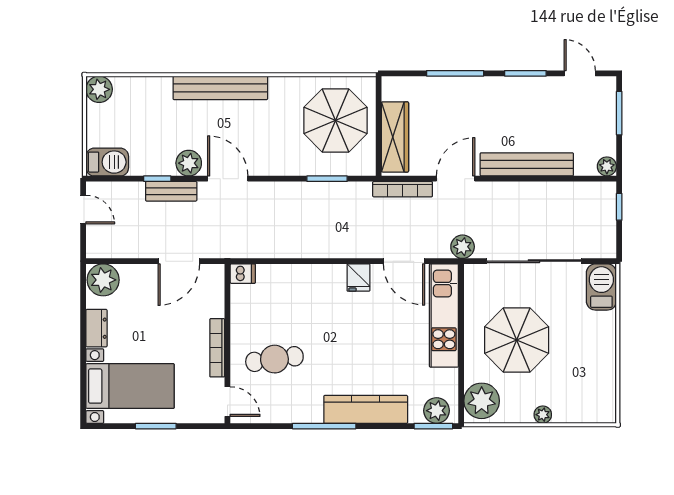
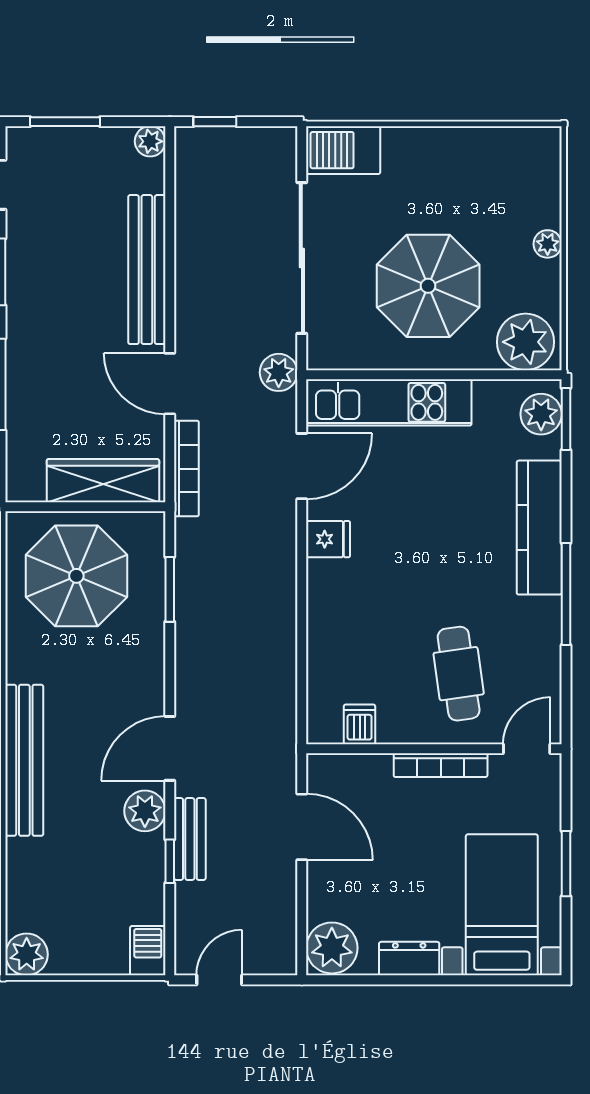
barbecue: (107, 162) -> (148, 951), width x0.73, depth x0.79
dishwasher: (243, 274) -> (360, 724), moved

